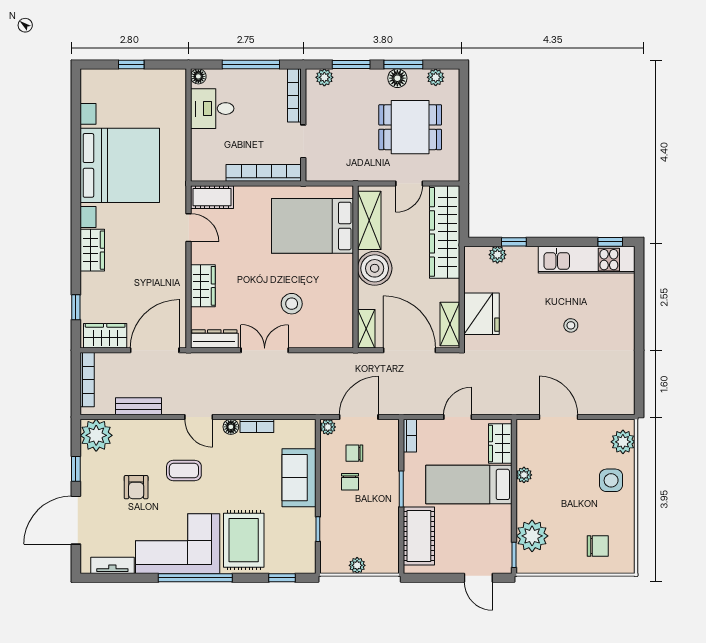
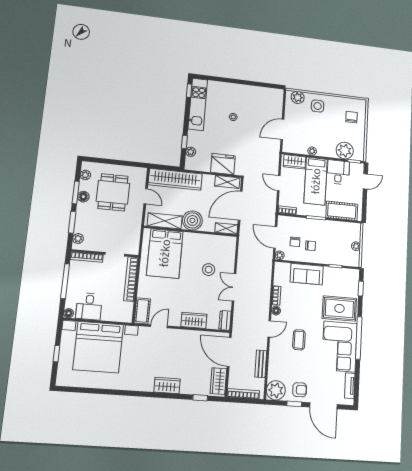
bed with nightstands: (120, 165) -> (98, 347), moved, turned 180
dresser: (214, 339) -> (225, 320), width x0.70
armchair: (136, 487) -> (300, 390), moved
desk: (490, 526) -> (338, 172), added

